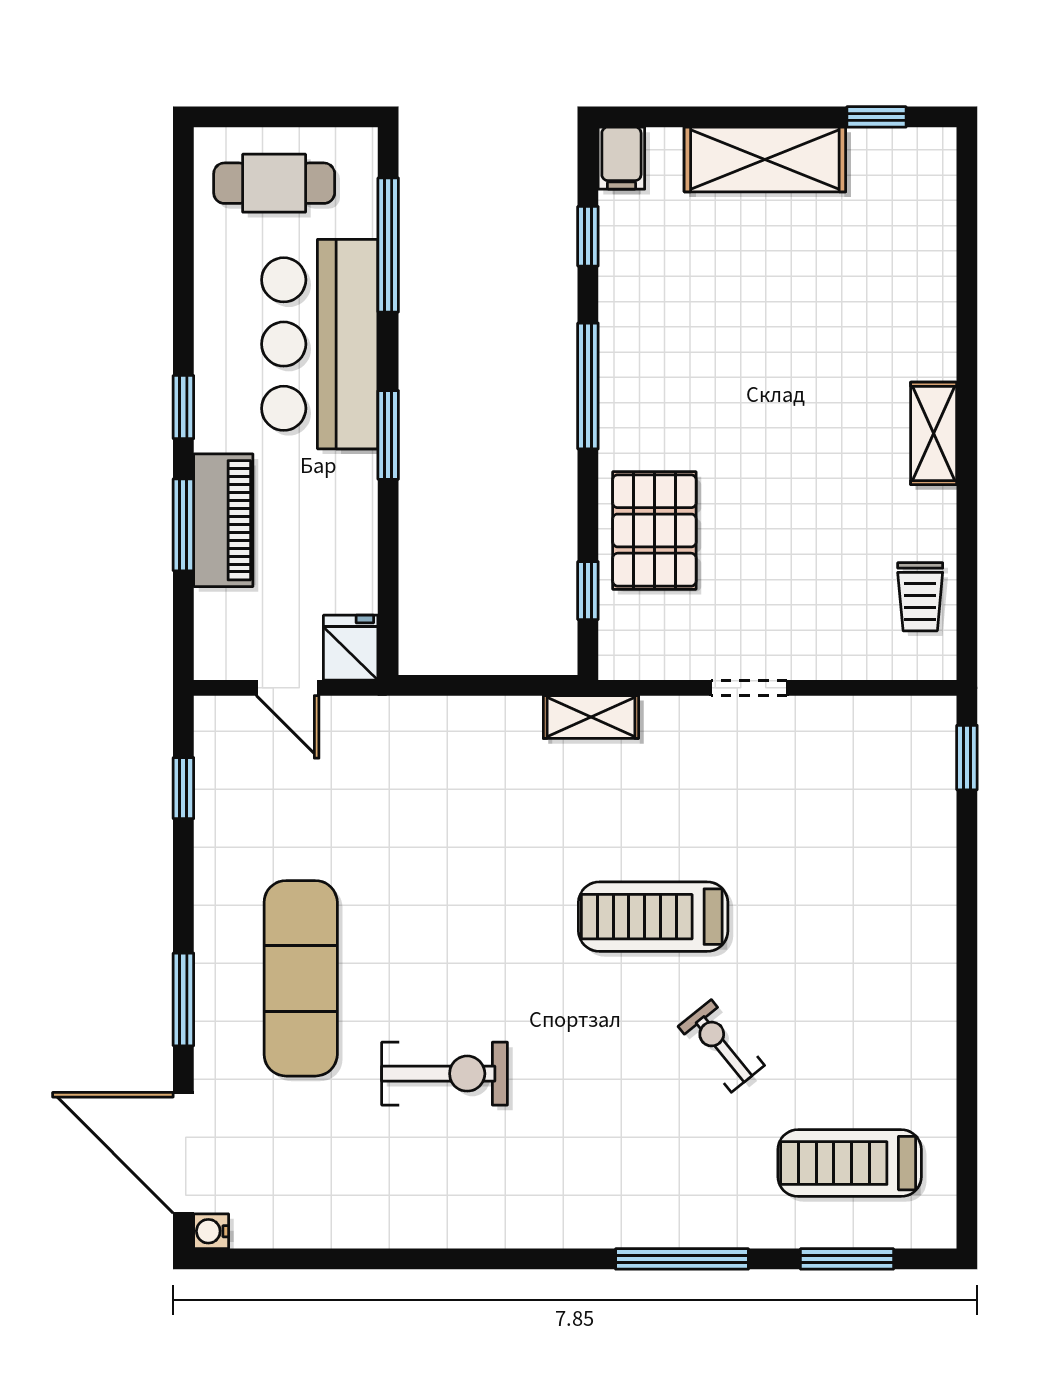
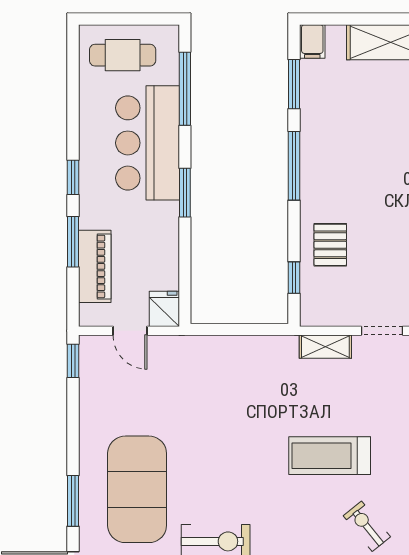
window: (588, 236) -> (294, 84), width x1.50
piano: (223, 520) -> (95, 266), moved
pallet: (654, 530) -> (330, 245), width x0.67, depth x0.71
shelving: (591, 717) -> (325, 347), moved
window: (183, 788) -> (73, 361), moved
exercise mat: (301, 978) -> (137, 489), width x1.47

